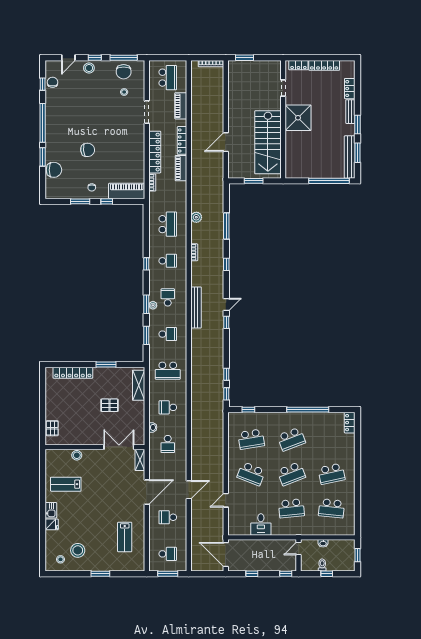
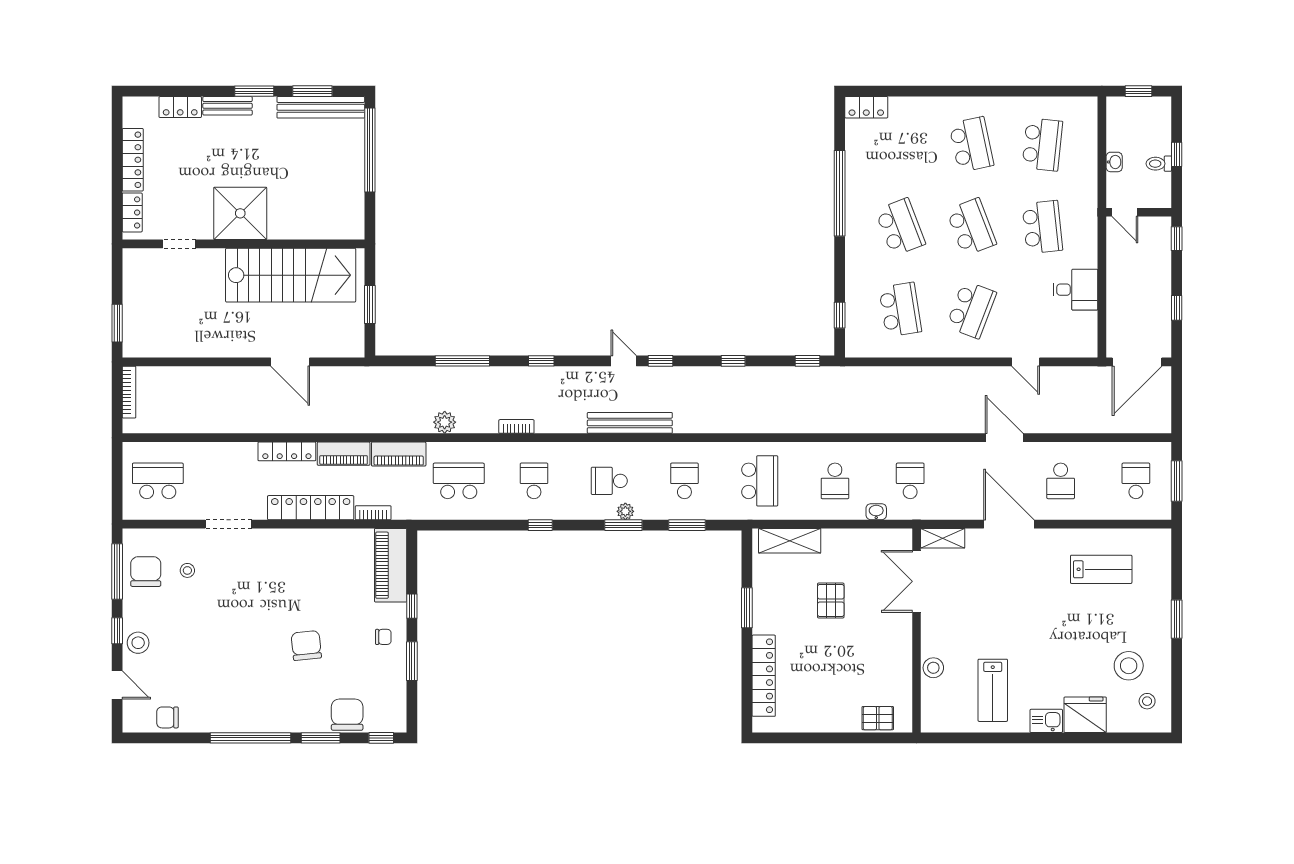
chair: (124, 72) -> (146, 572), turned -90
window: (43, 84) -> (381, 738), moved
piano: (181, 106) -> (399, 454), moved
window: (226, 374) -> (733, 361), moved
school desk: (168, 444) -> (910, 481), turned -90
fridge: (52, 524) -> (1085, 715), width x1.88, depth x1.34

